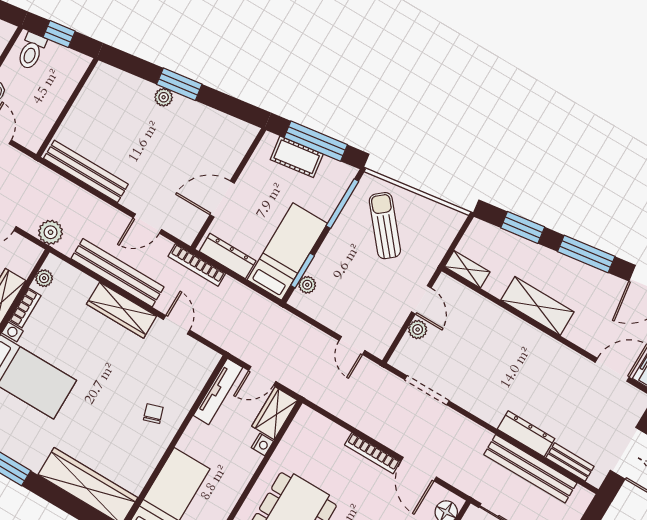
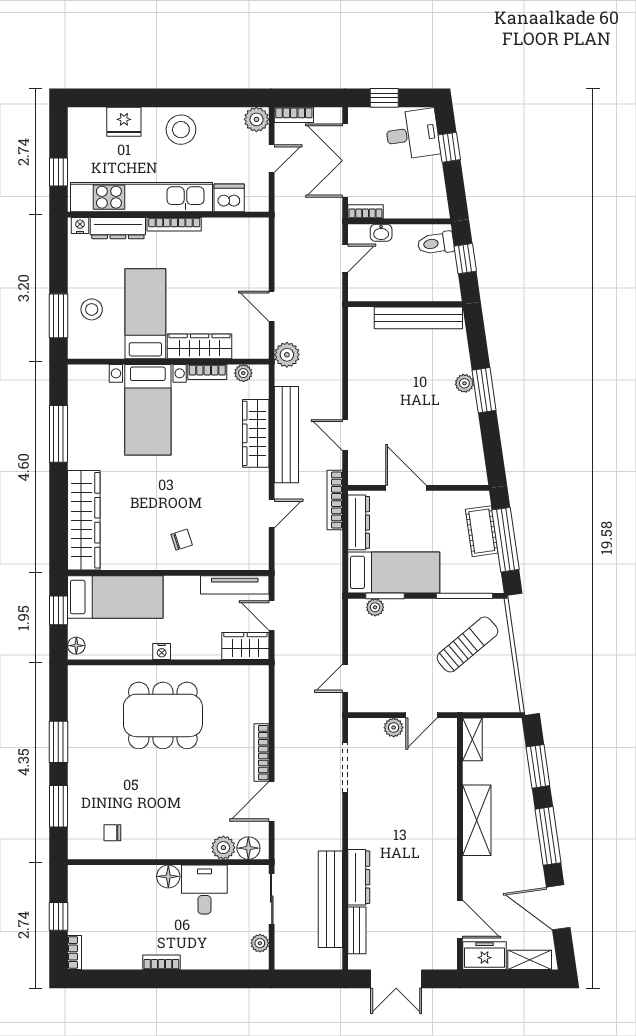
bench: (86, 171) -> (418, 318), moved, turned 90
wardrobe: (122, 310) -> (256, 433), moved
nightstand: (262, 445) -> (162, 651), moved

